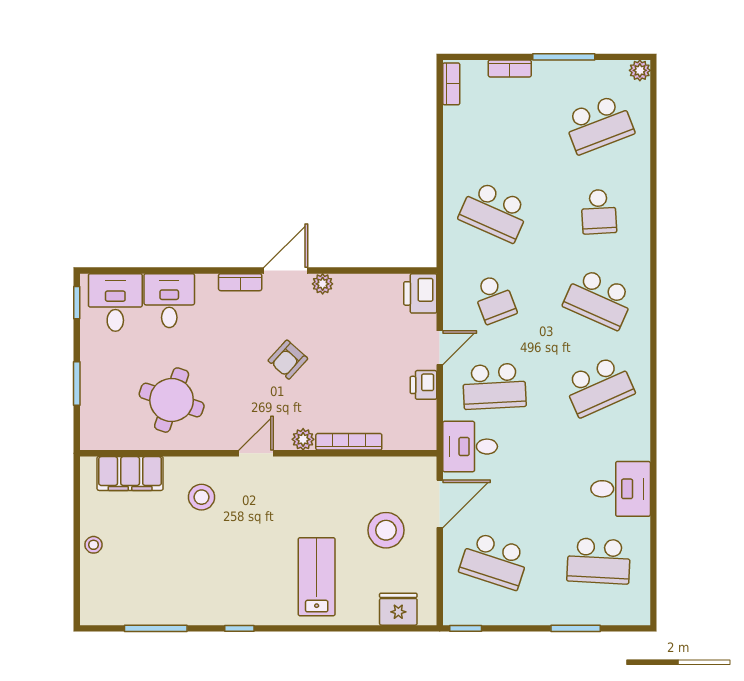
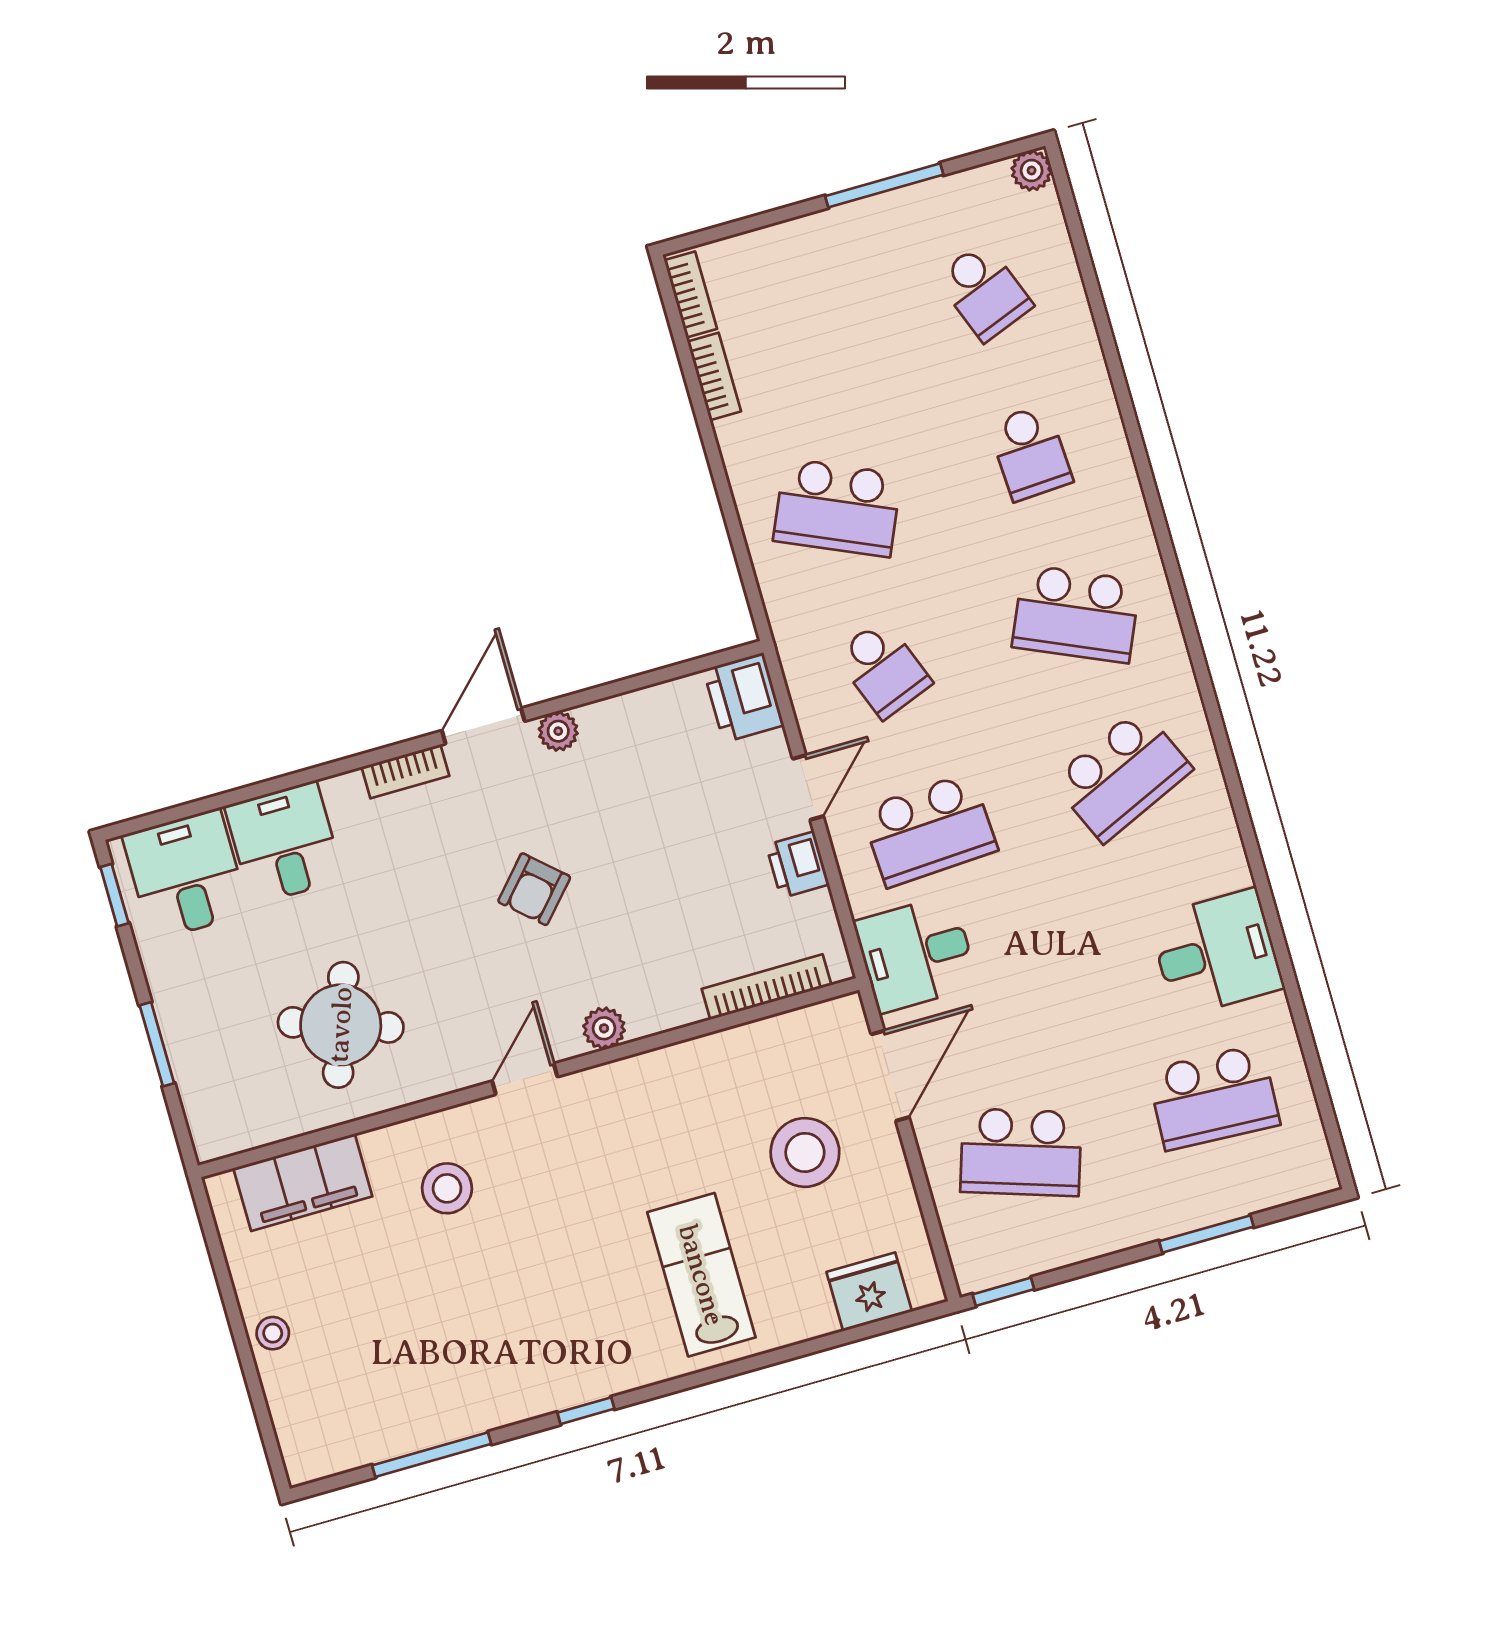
bookcase: (510, 68) -> (714, 376), moved, turned -90
school desk: (599, 124) -> (984, 292), width x0.54
bookcase: (349, 442) -> (767, 987), moved

